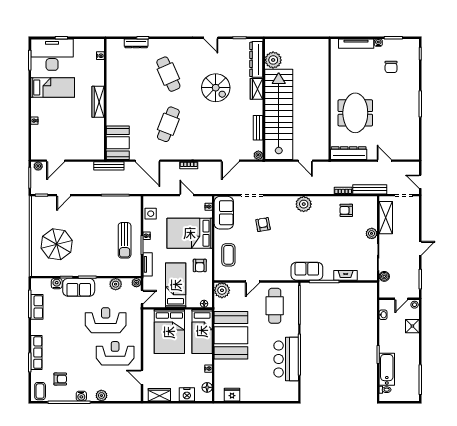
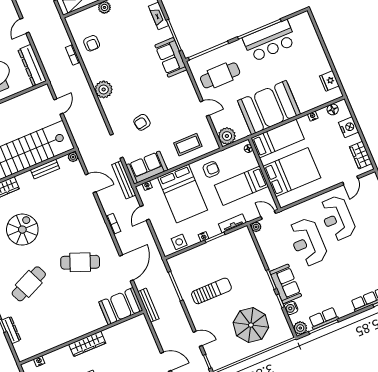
bench: (370, 189) -> (124, 180), moved
sun lounger: (125, 240) -> (211, 291), moved
plant: (116, 284) -> (300, 328), moved

